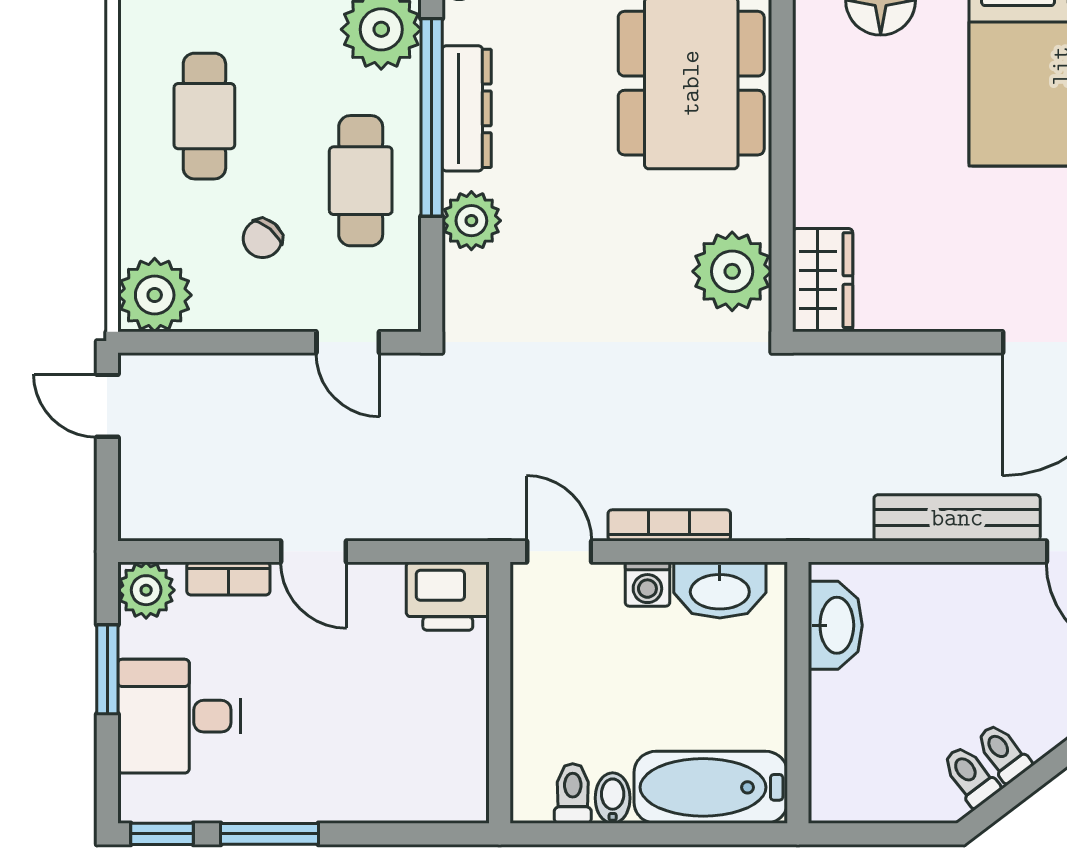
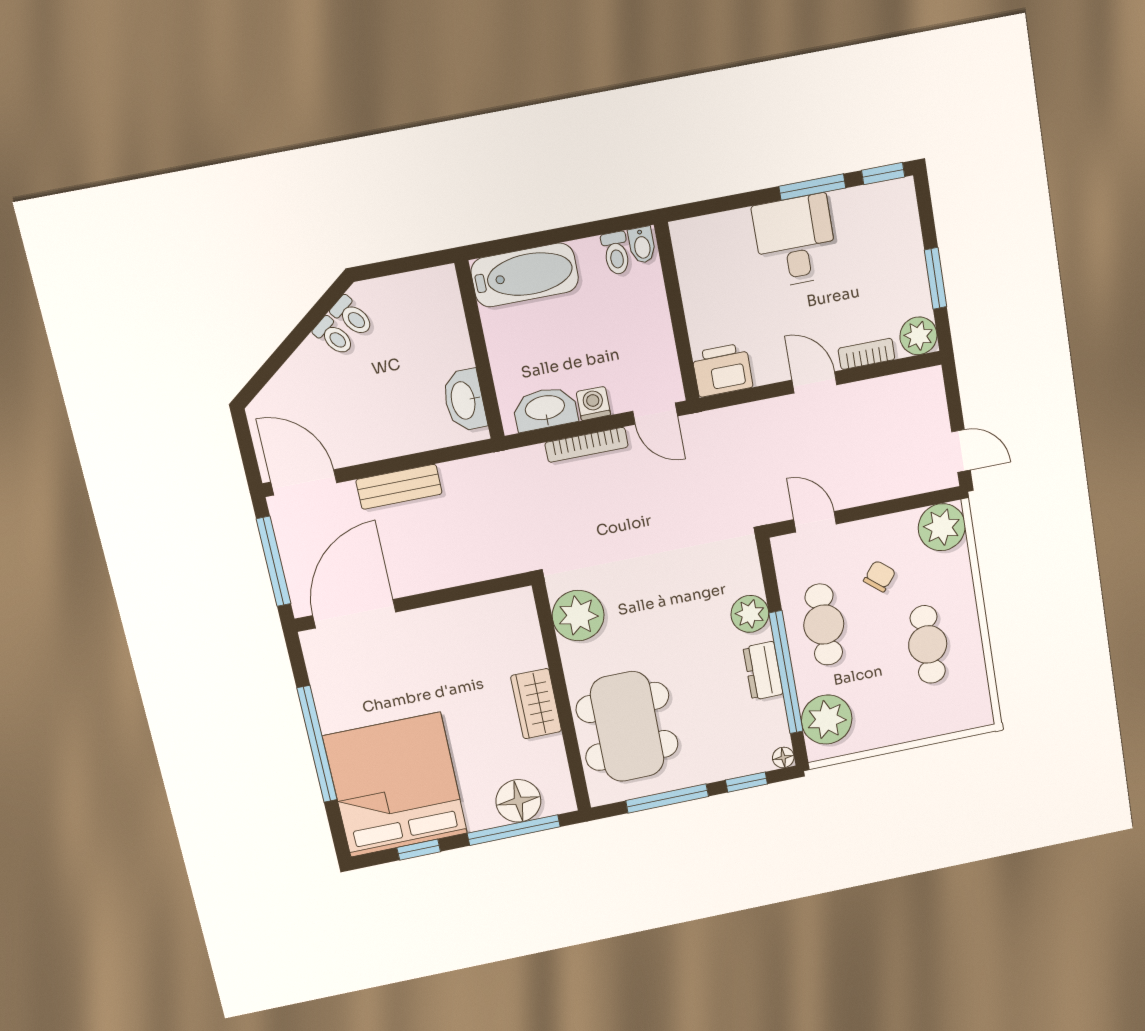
dresser: (467, 108) -> (763, 671), width x0.70
wardrobe: (823, 280) -> (536, 704), moved
bench: (957, 518) -> (399, 487), width x0.73
desk: (179, 716) -> (795, 241), moved, turned -90
bidet: (613, 798) -> (642, 245), moved

